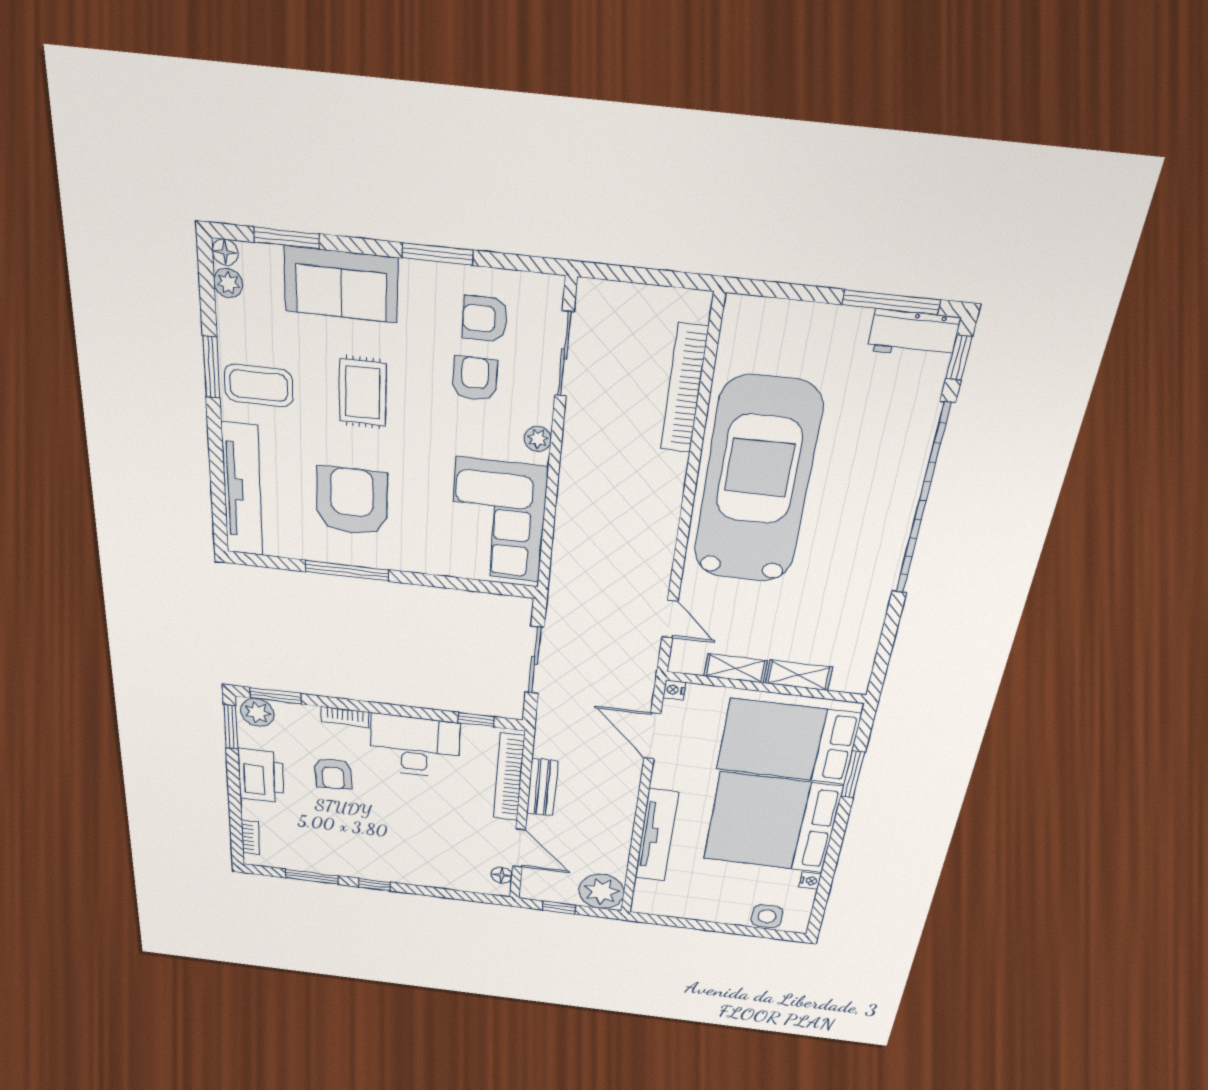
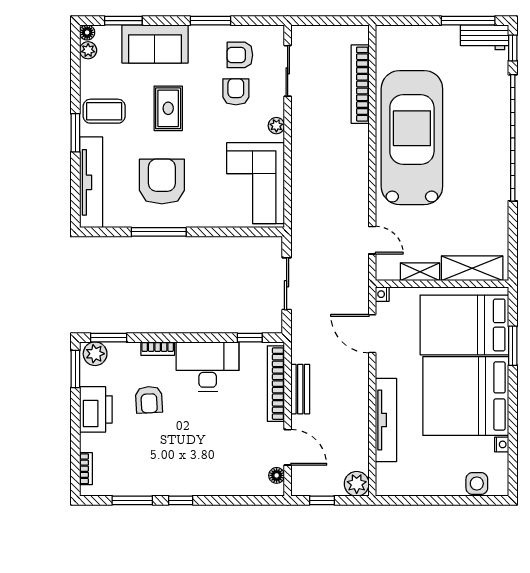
window: (211, 367) -> (75, 133), moved
shelving: (799, 675) -> (472, 268), width x1.50, depth x1.33
plant: (602, 891) -> (357, 484), width x0.73, depth x0.73

